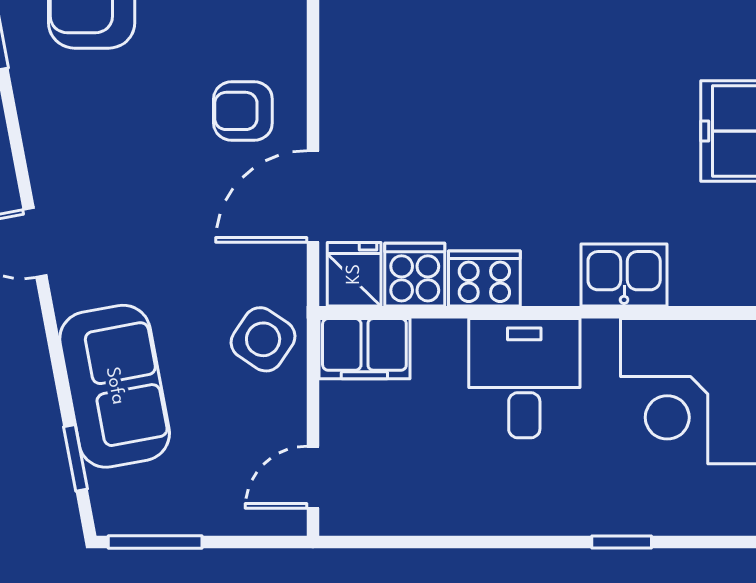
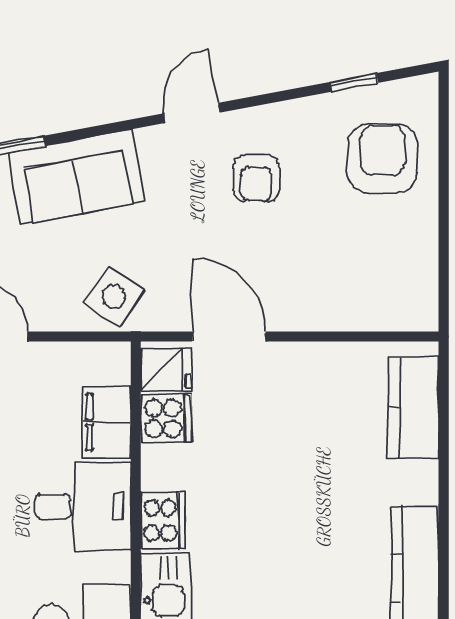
armchair: (243, 111) -> (256, 178), moved, turned 180
cooker: (484, 279) -> (163, 520), moved
filing cabinet: (364, 349) -> (106, 422), moved

